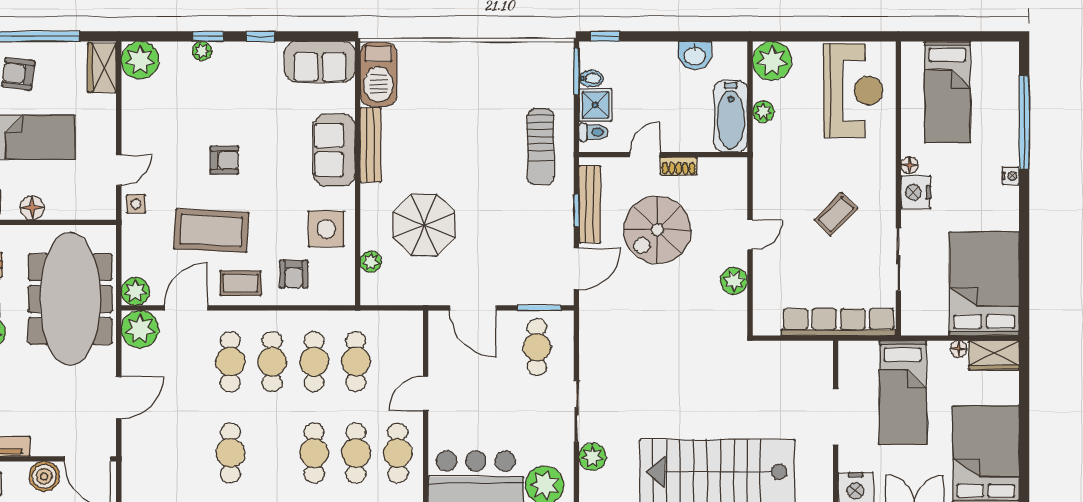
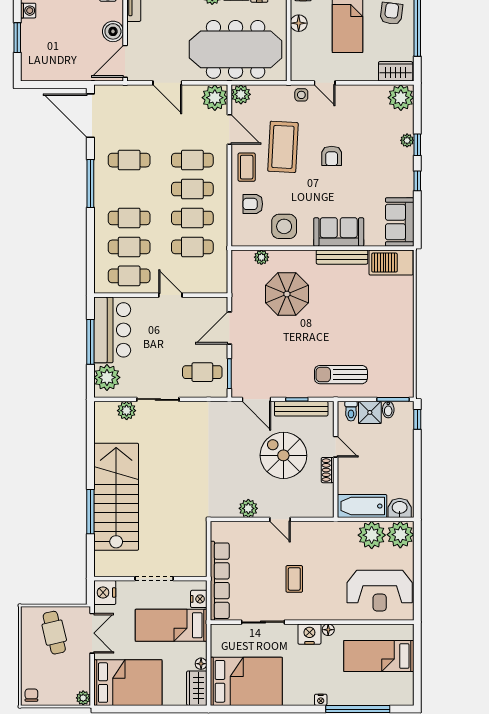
washbasin: (695, 55) -> (400, 508), moved, turned 90
plant: (763, 112) -> (372, 535), width x1.88, depth x1.88
coffee table: (836, 214) -> (294, 579), turned 45
nightstand: (865, 352) -> (199, 599), added

